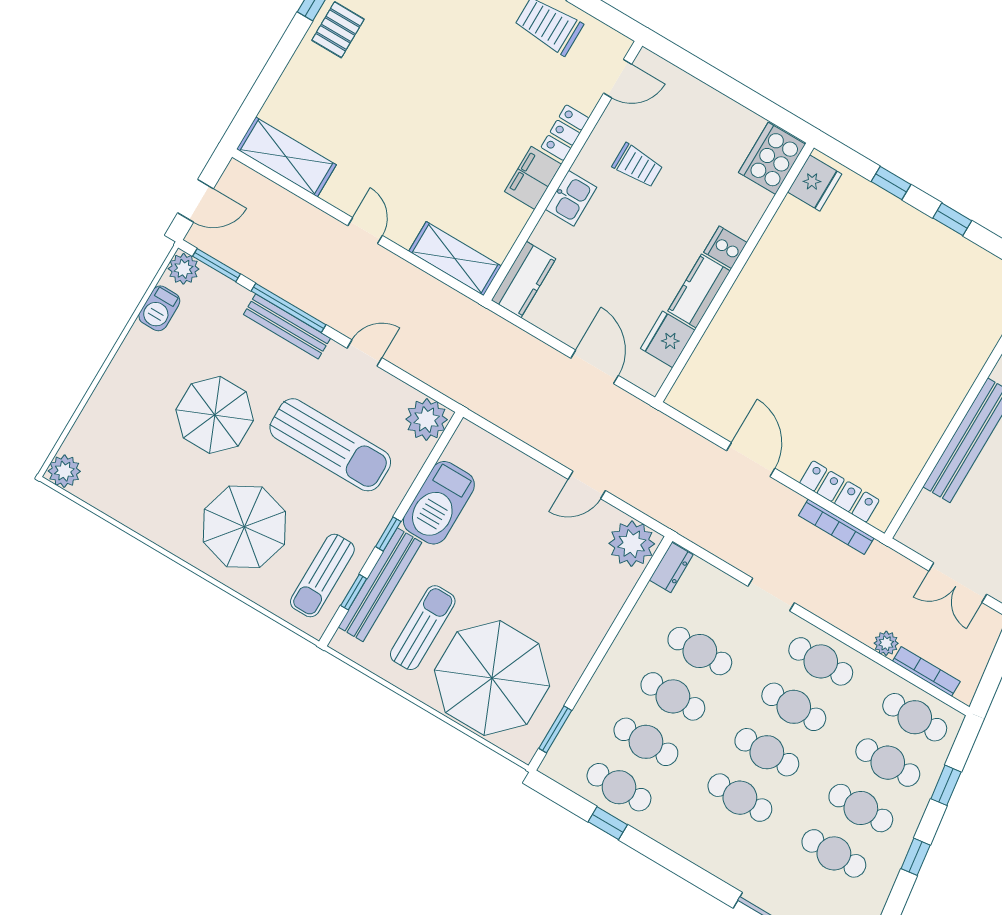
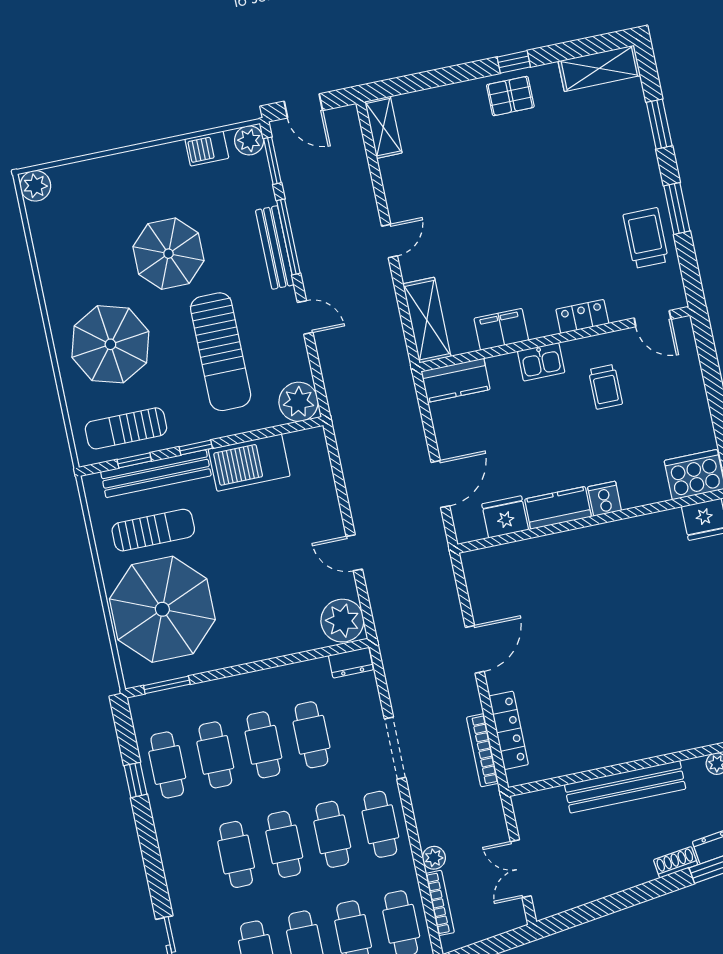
shelving: (286, 157) -> (383, 127), width x0.67, depth x0.75
filing cabinet: (533, 178) -> (501, 329), moved
doorway: (771, 594) -> (395, 748), width x1.38

